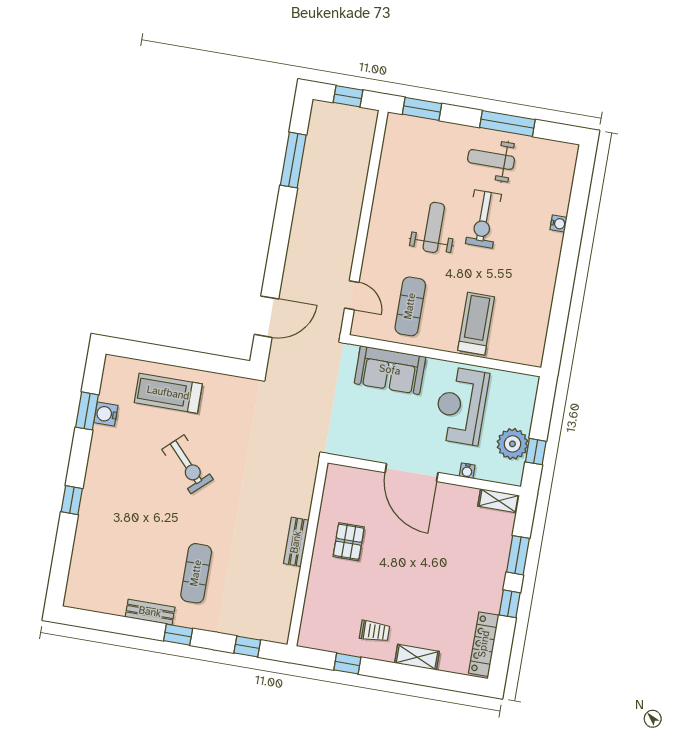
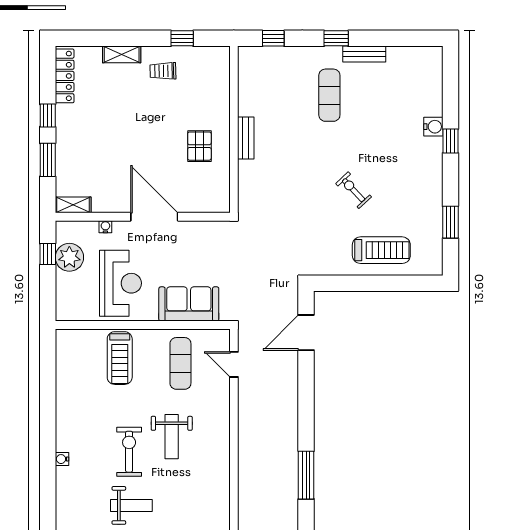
water cooler: (106, 414) -> (433, 127), moved
exercise bike: (187, 464) -> (354, 190), width x0.73, depth x0.72

